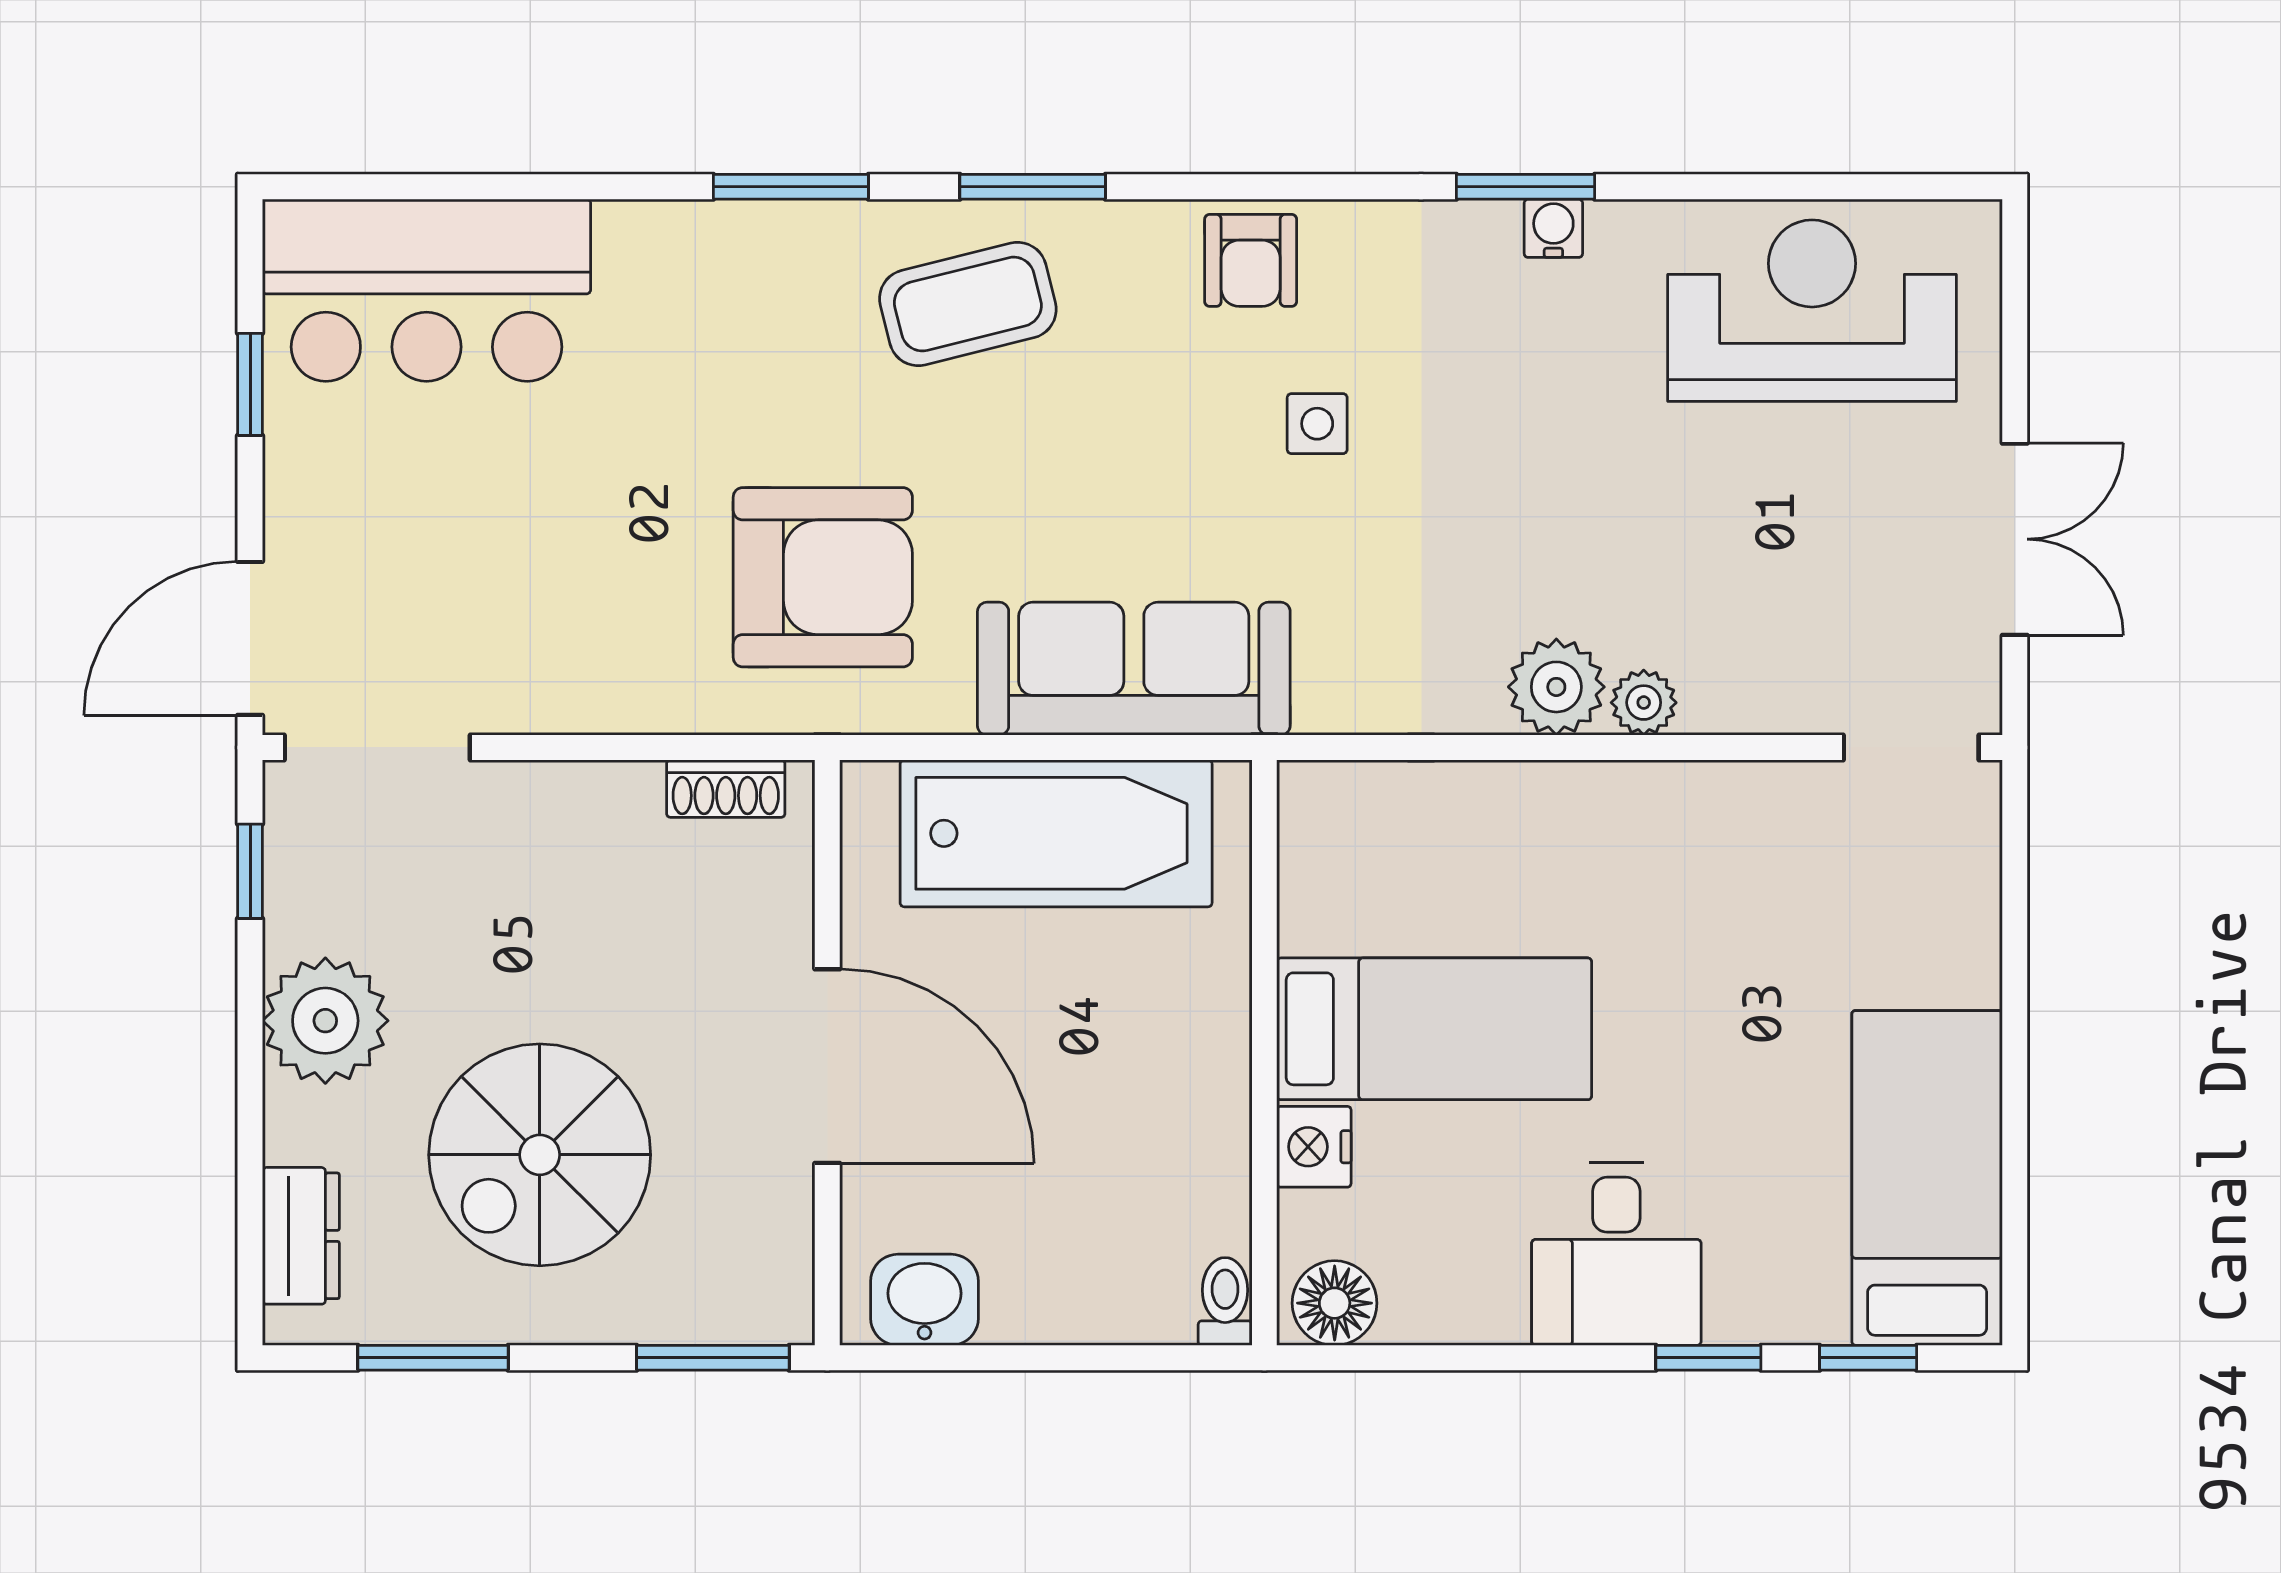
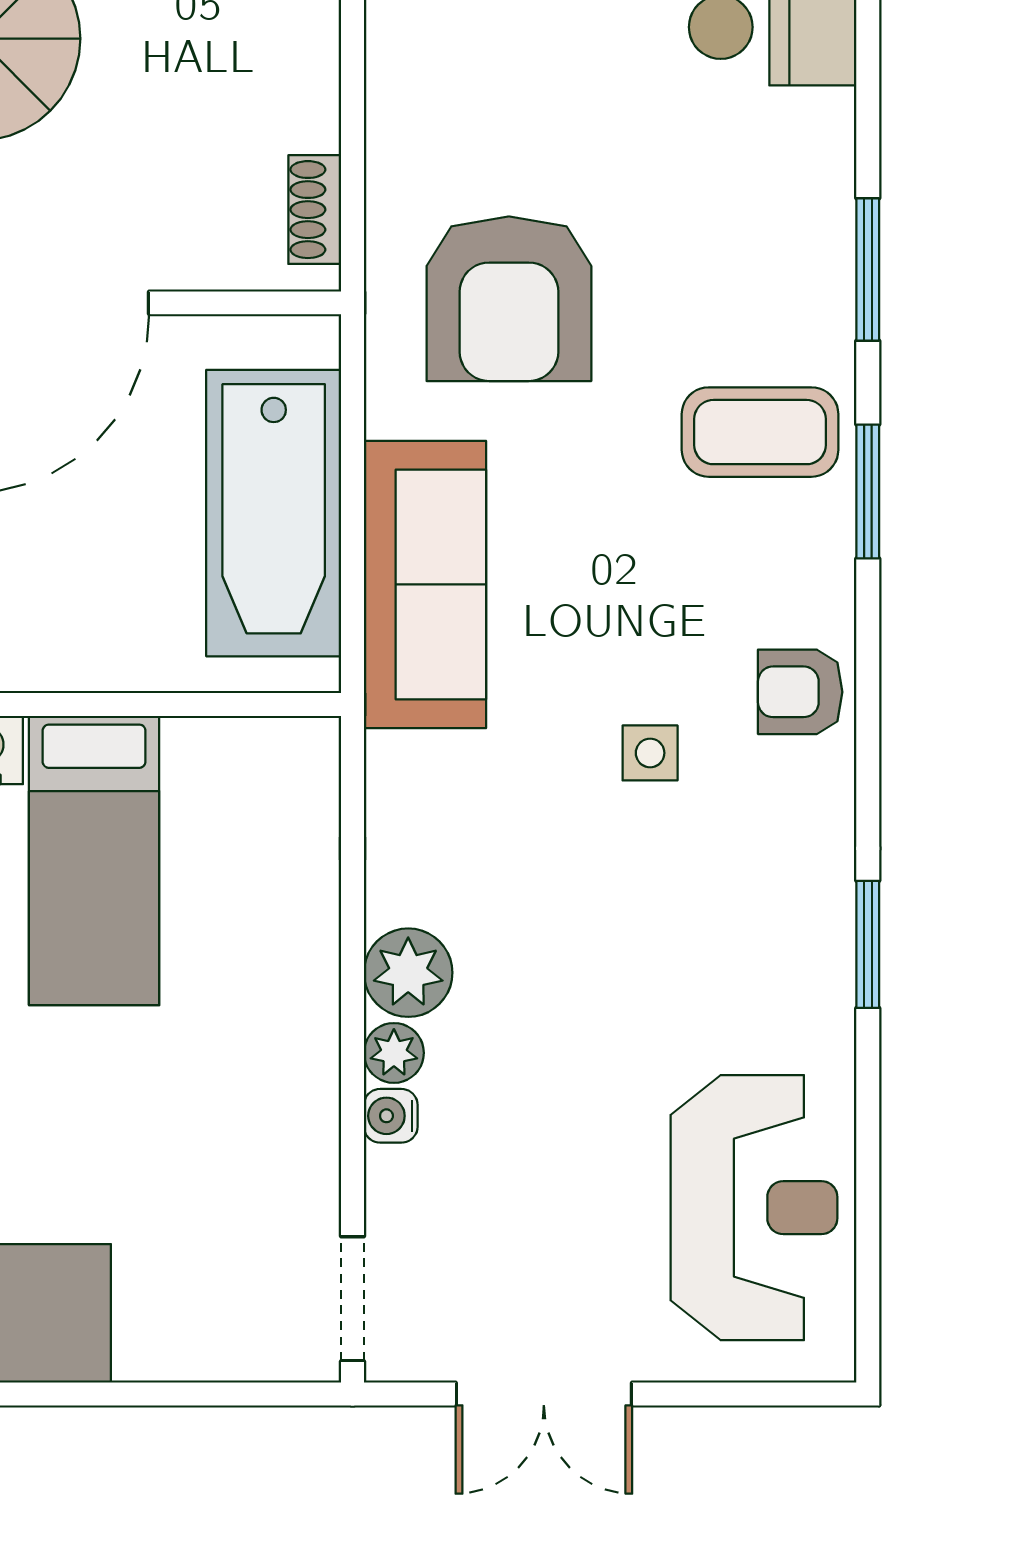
water cooler: (1553, 228) -> (391, 1116), moved, turned 180
coffee table: (968, 304) -> (760, 432), turned -76

